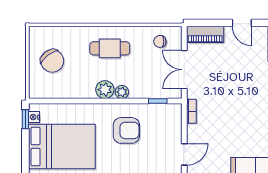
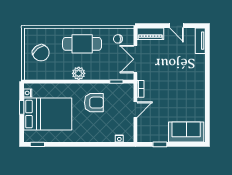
cafe table: (110, 48) -> (82, 44), width x1.37, depth x1.35
plant: (122, 92) -> (91, 75), removed
window: (25, 119) -> (22, 107), moved
door: (184, 154) -> (135, 110), moved

